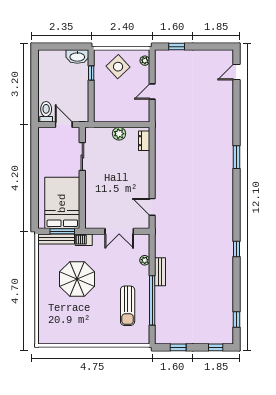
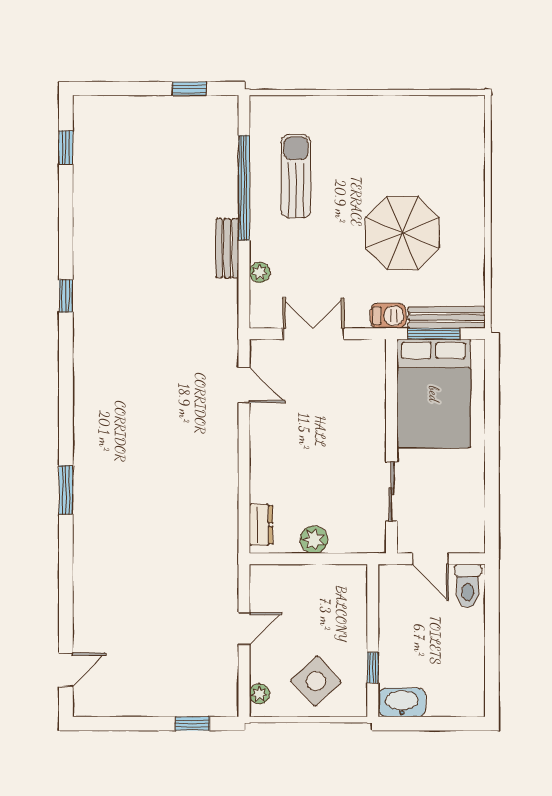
window: (216, 347) -> (110, 89), removed

